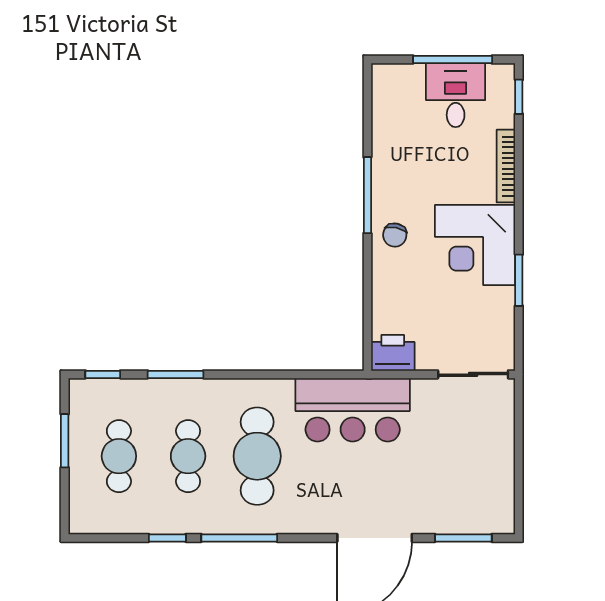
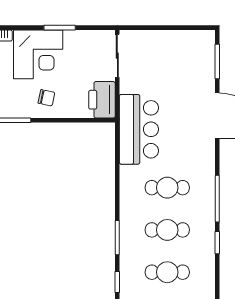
chair: (395, 235) -> (46, 98), moved
printer: (393, 353) -> (102, 100), width x1.37, depth x1.19
cafe table: (257, 456) -> (167, 188), width x0.73, depth x0.74

